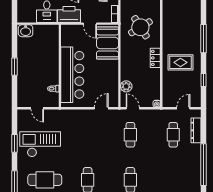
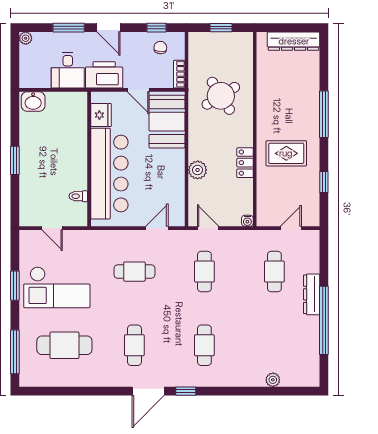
fridge: (67, 39) -> (101, 115), added
locker: (155, 58) -> (245, 163), moved
plant: (126, 86) -> (198, 170), moved
dresser: (196, 130) -> (312, 294), moved
cafe table: (88, 135) -> (134, 272), added
checkout: (40, 144) -> (57, 287), turned 180

